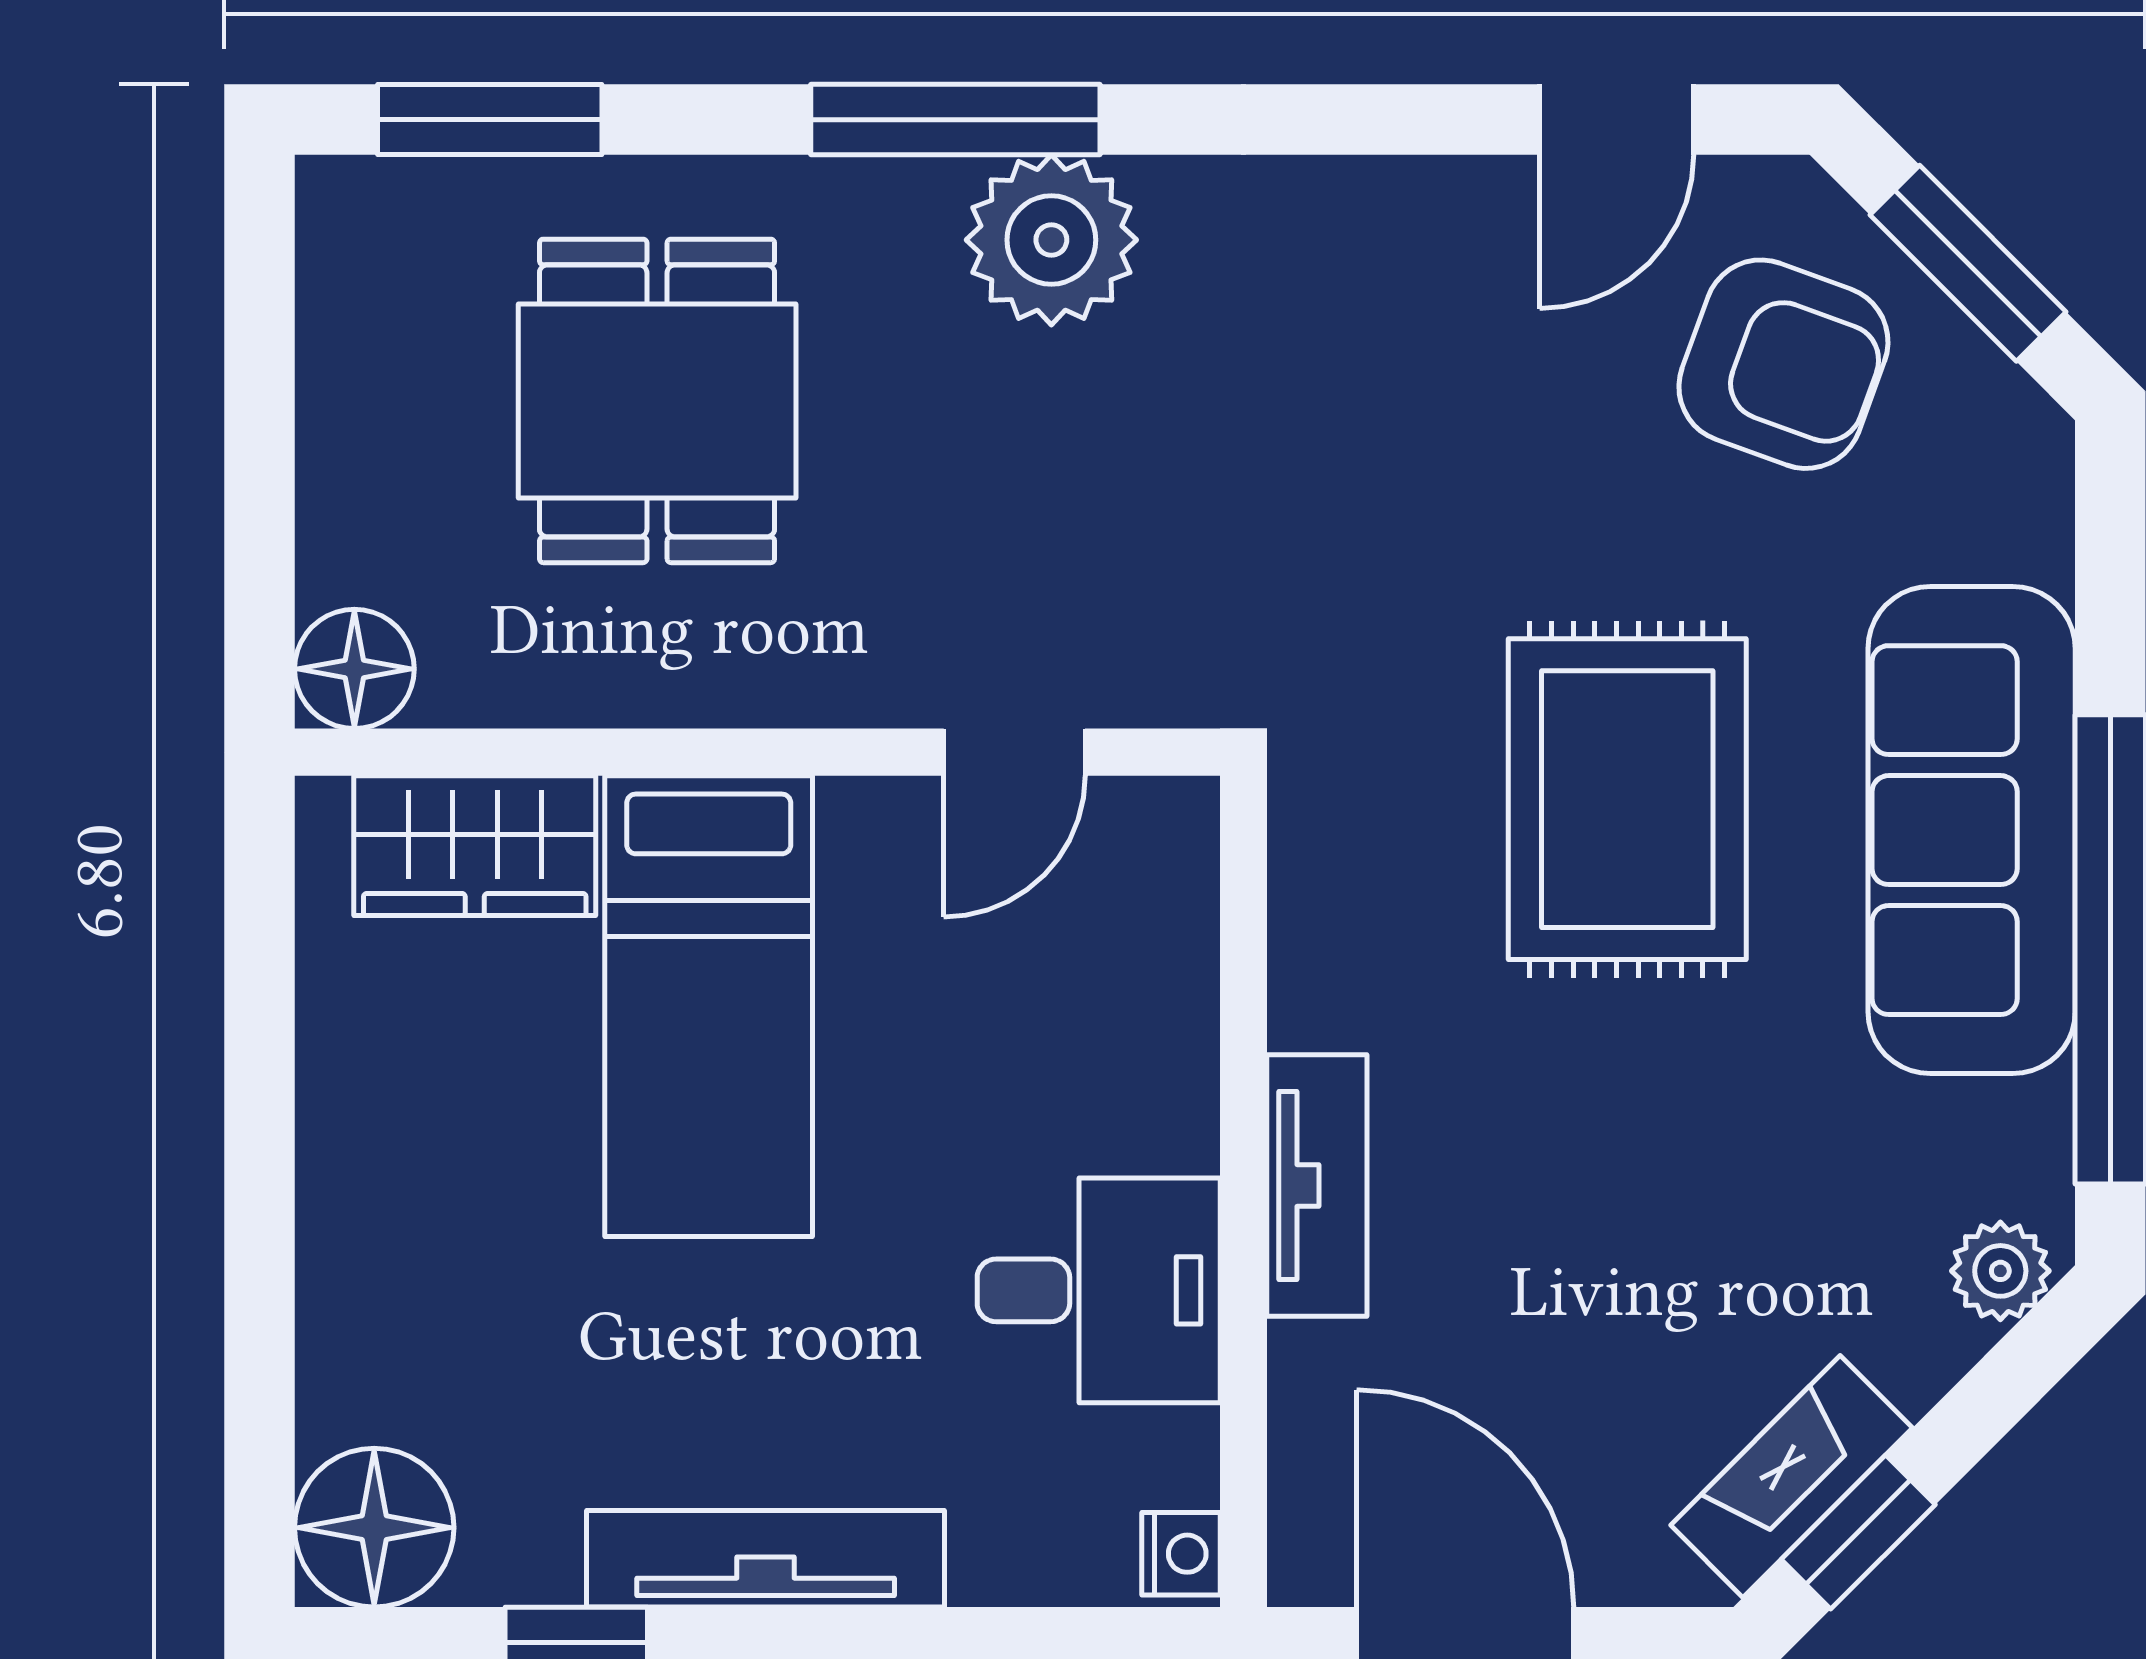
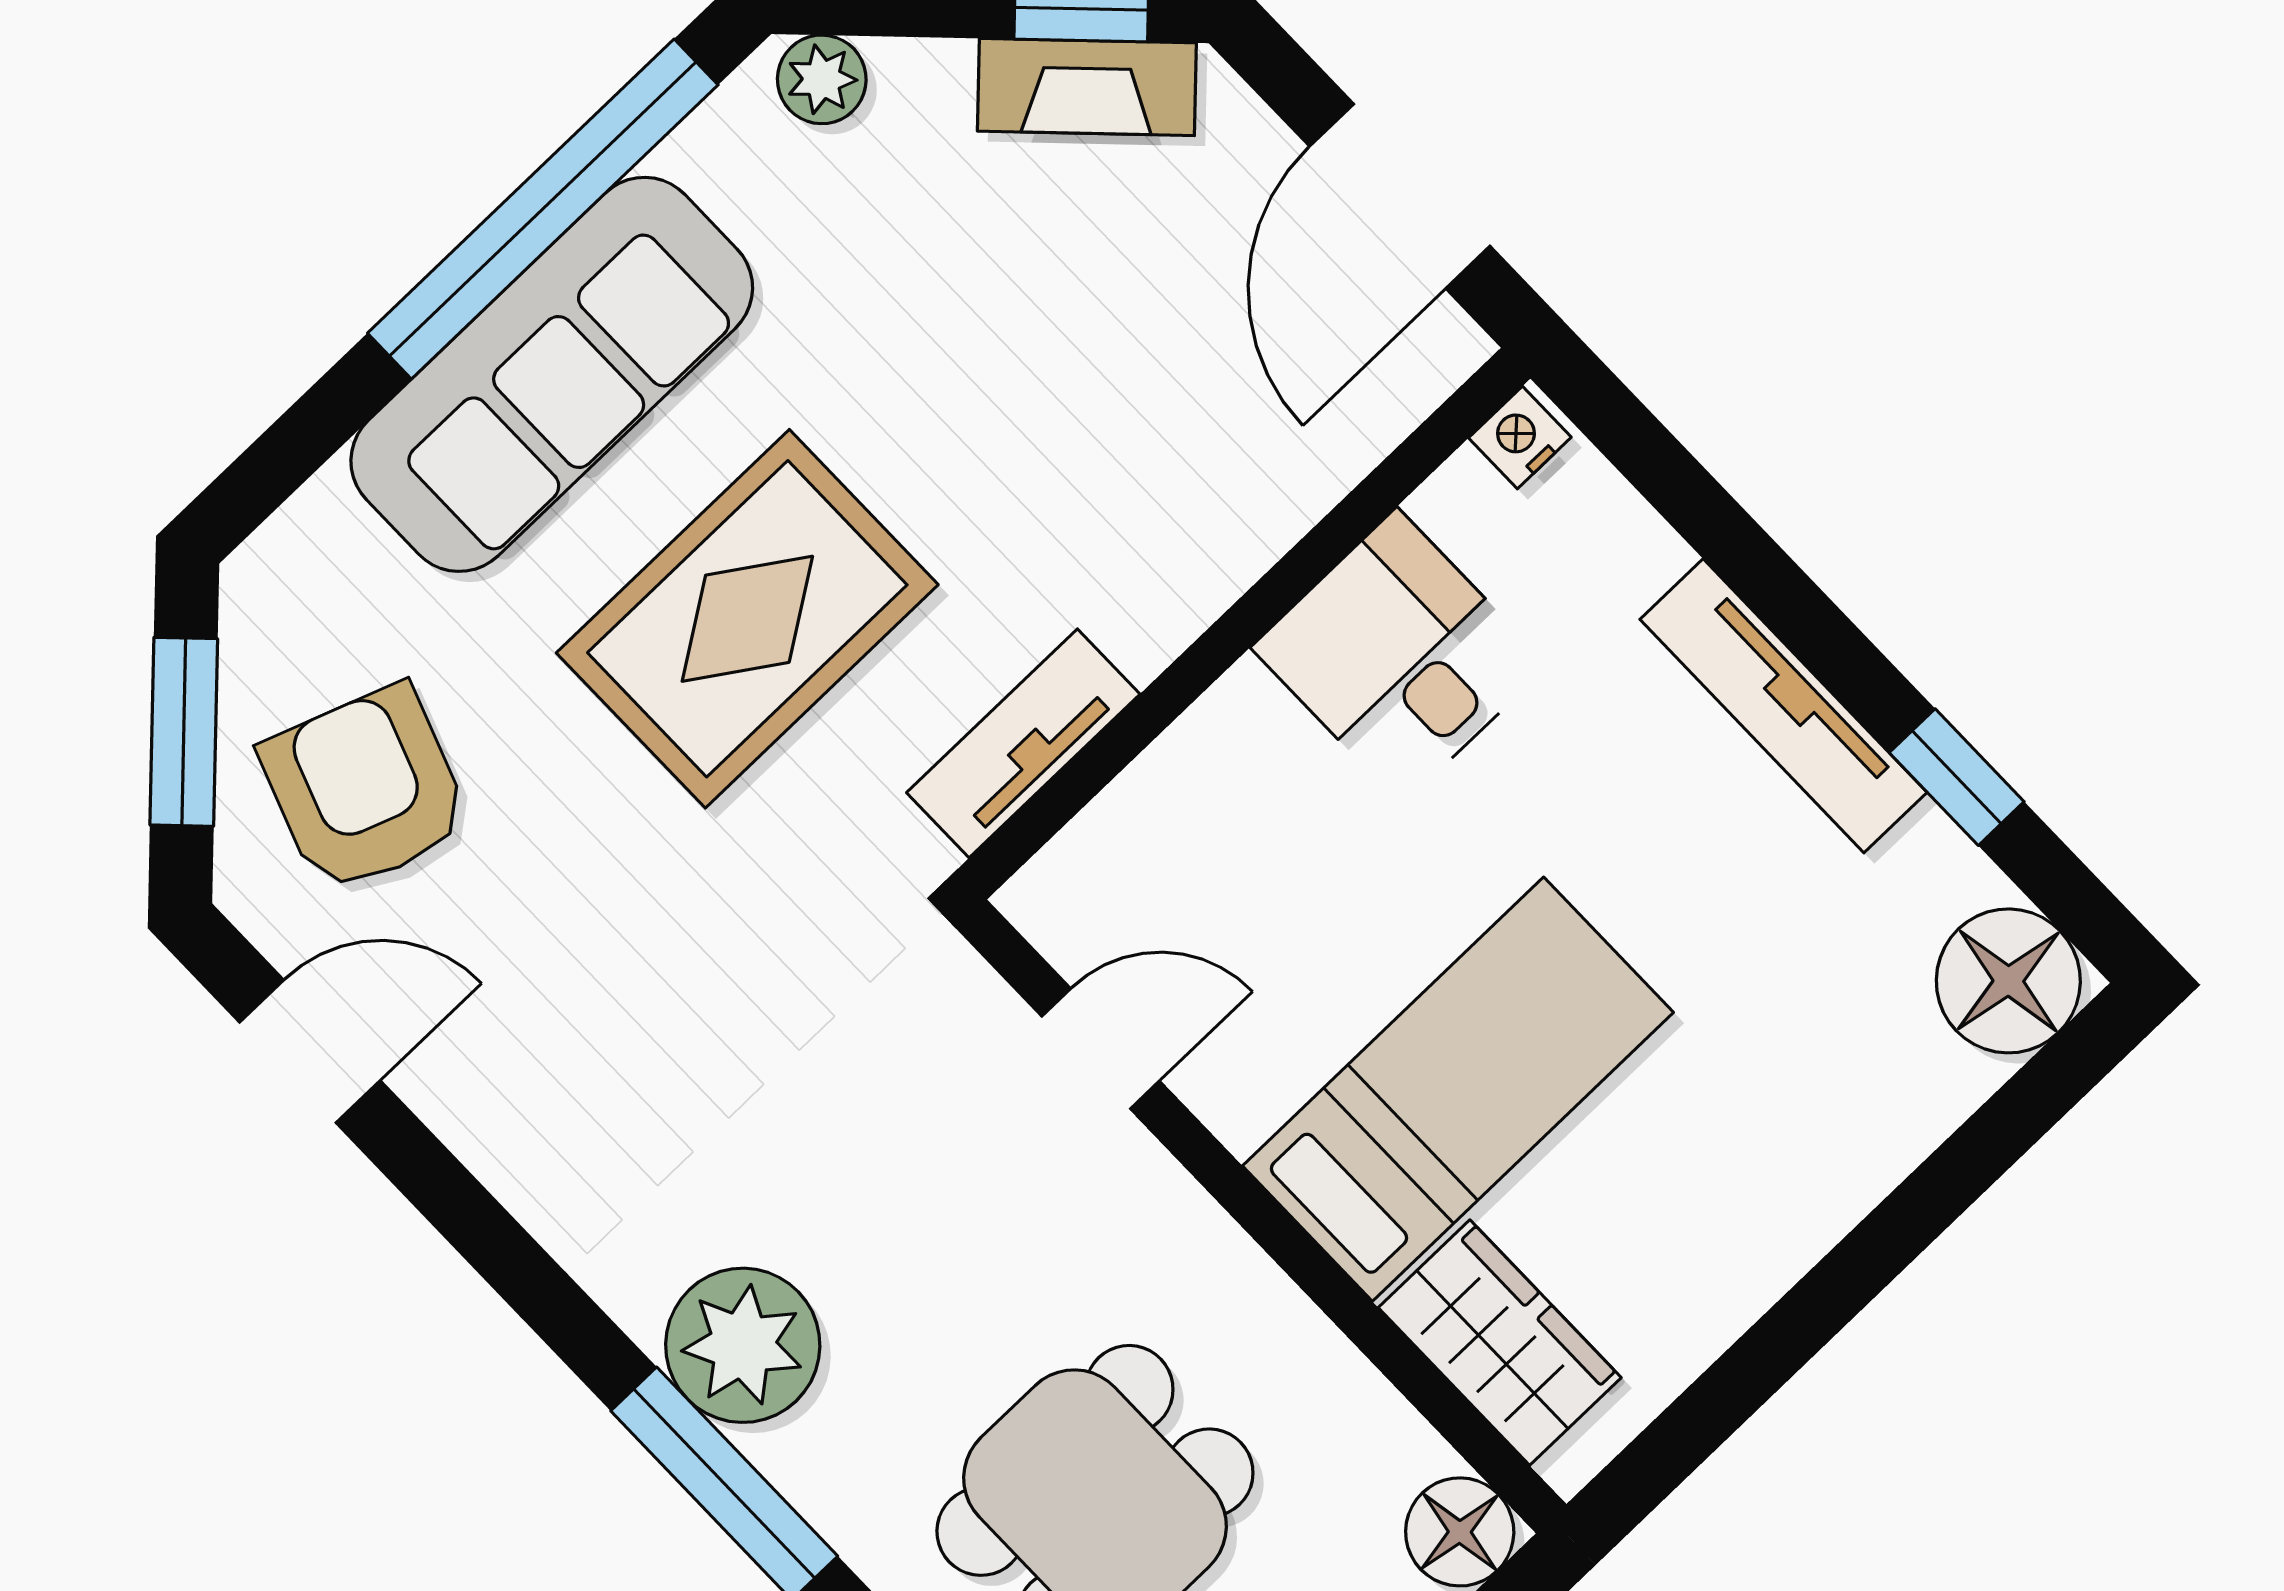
tv unit: (1317, 1185) -> (1023, 743), moved

